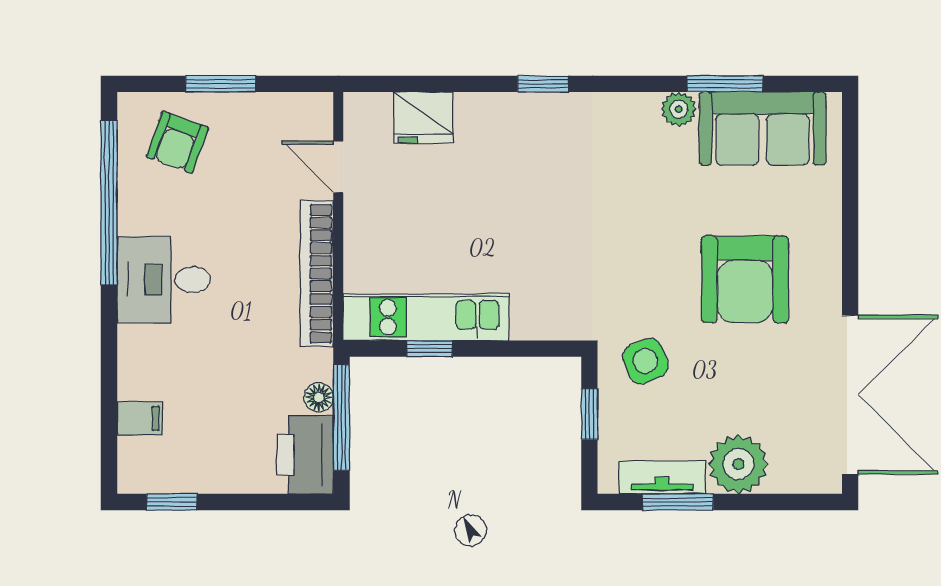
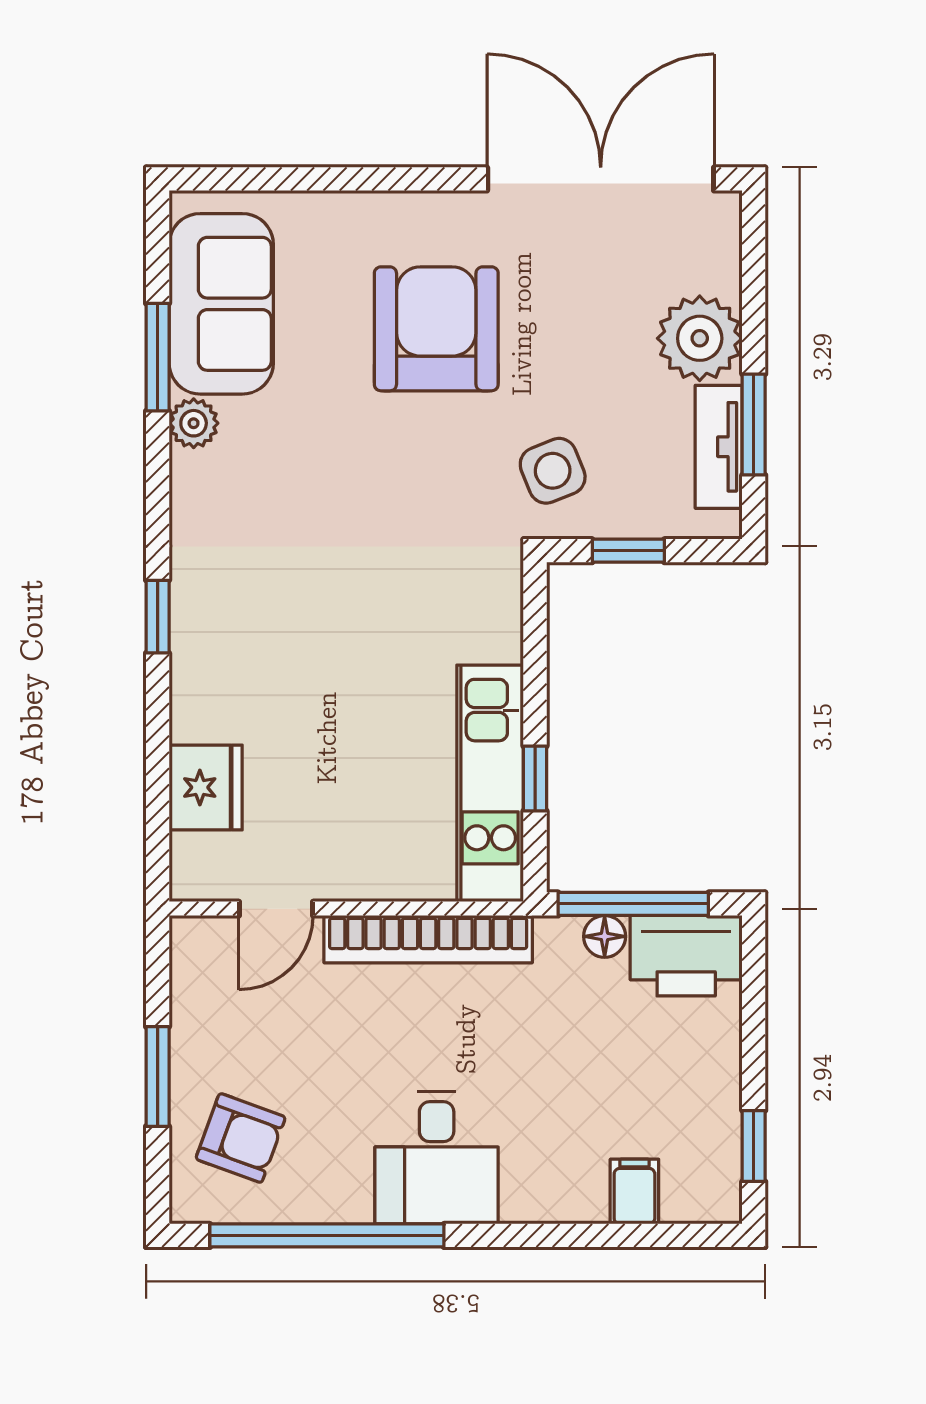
armchair: (745, 279) -> (436, 329), turned -90

